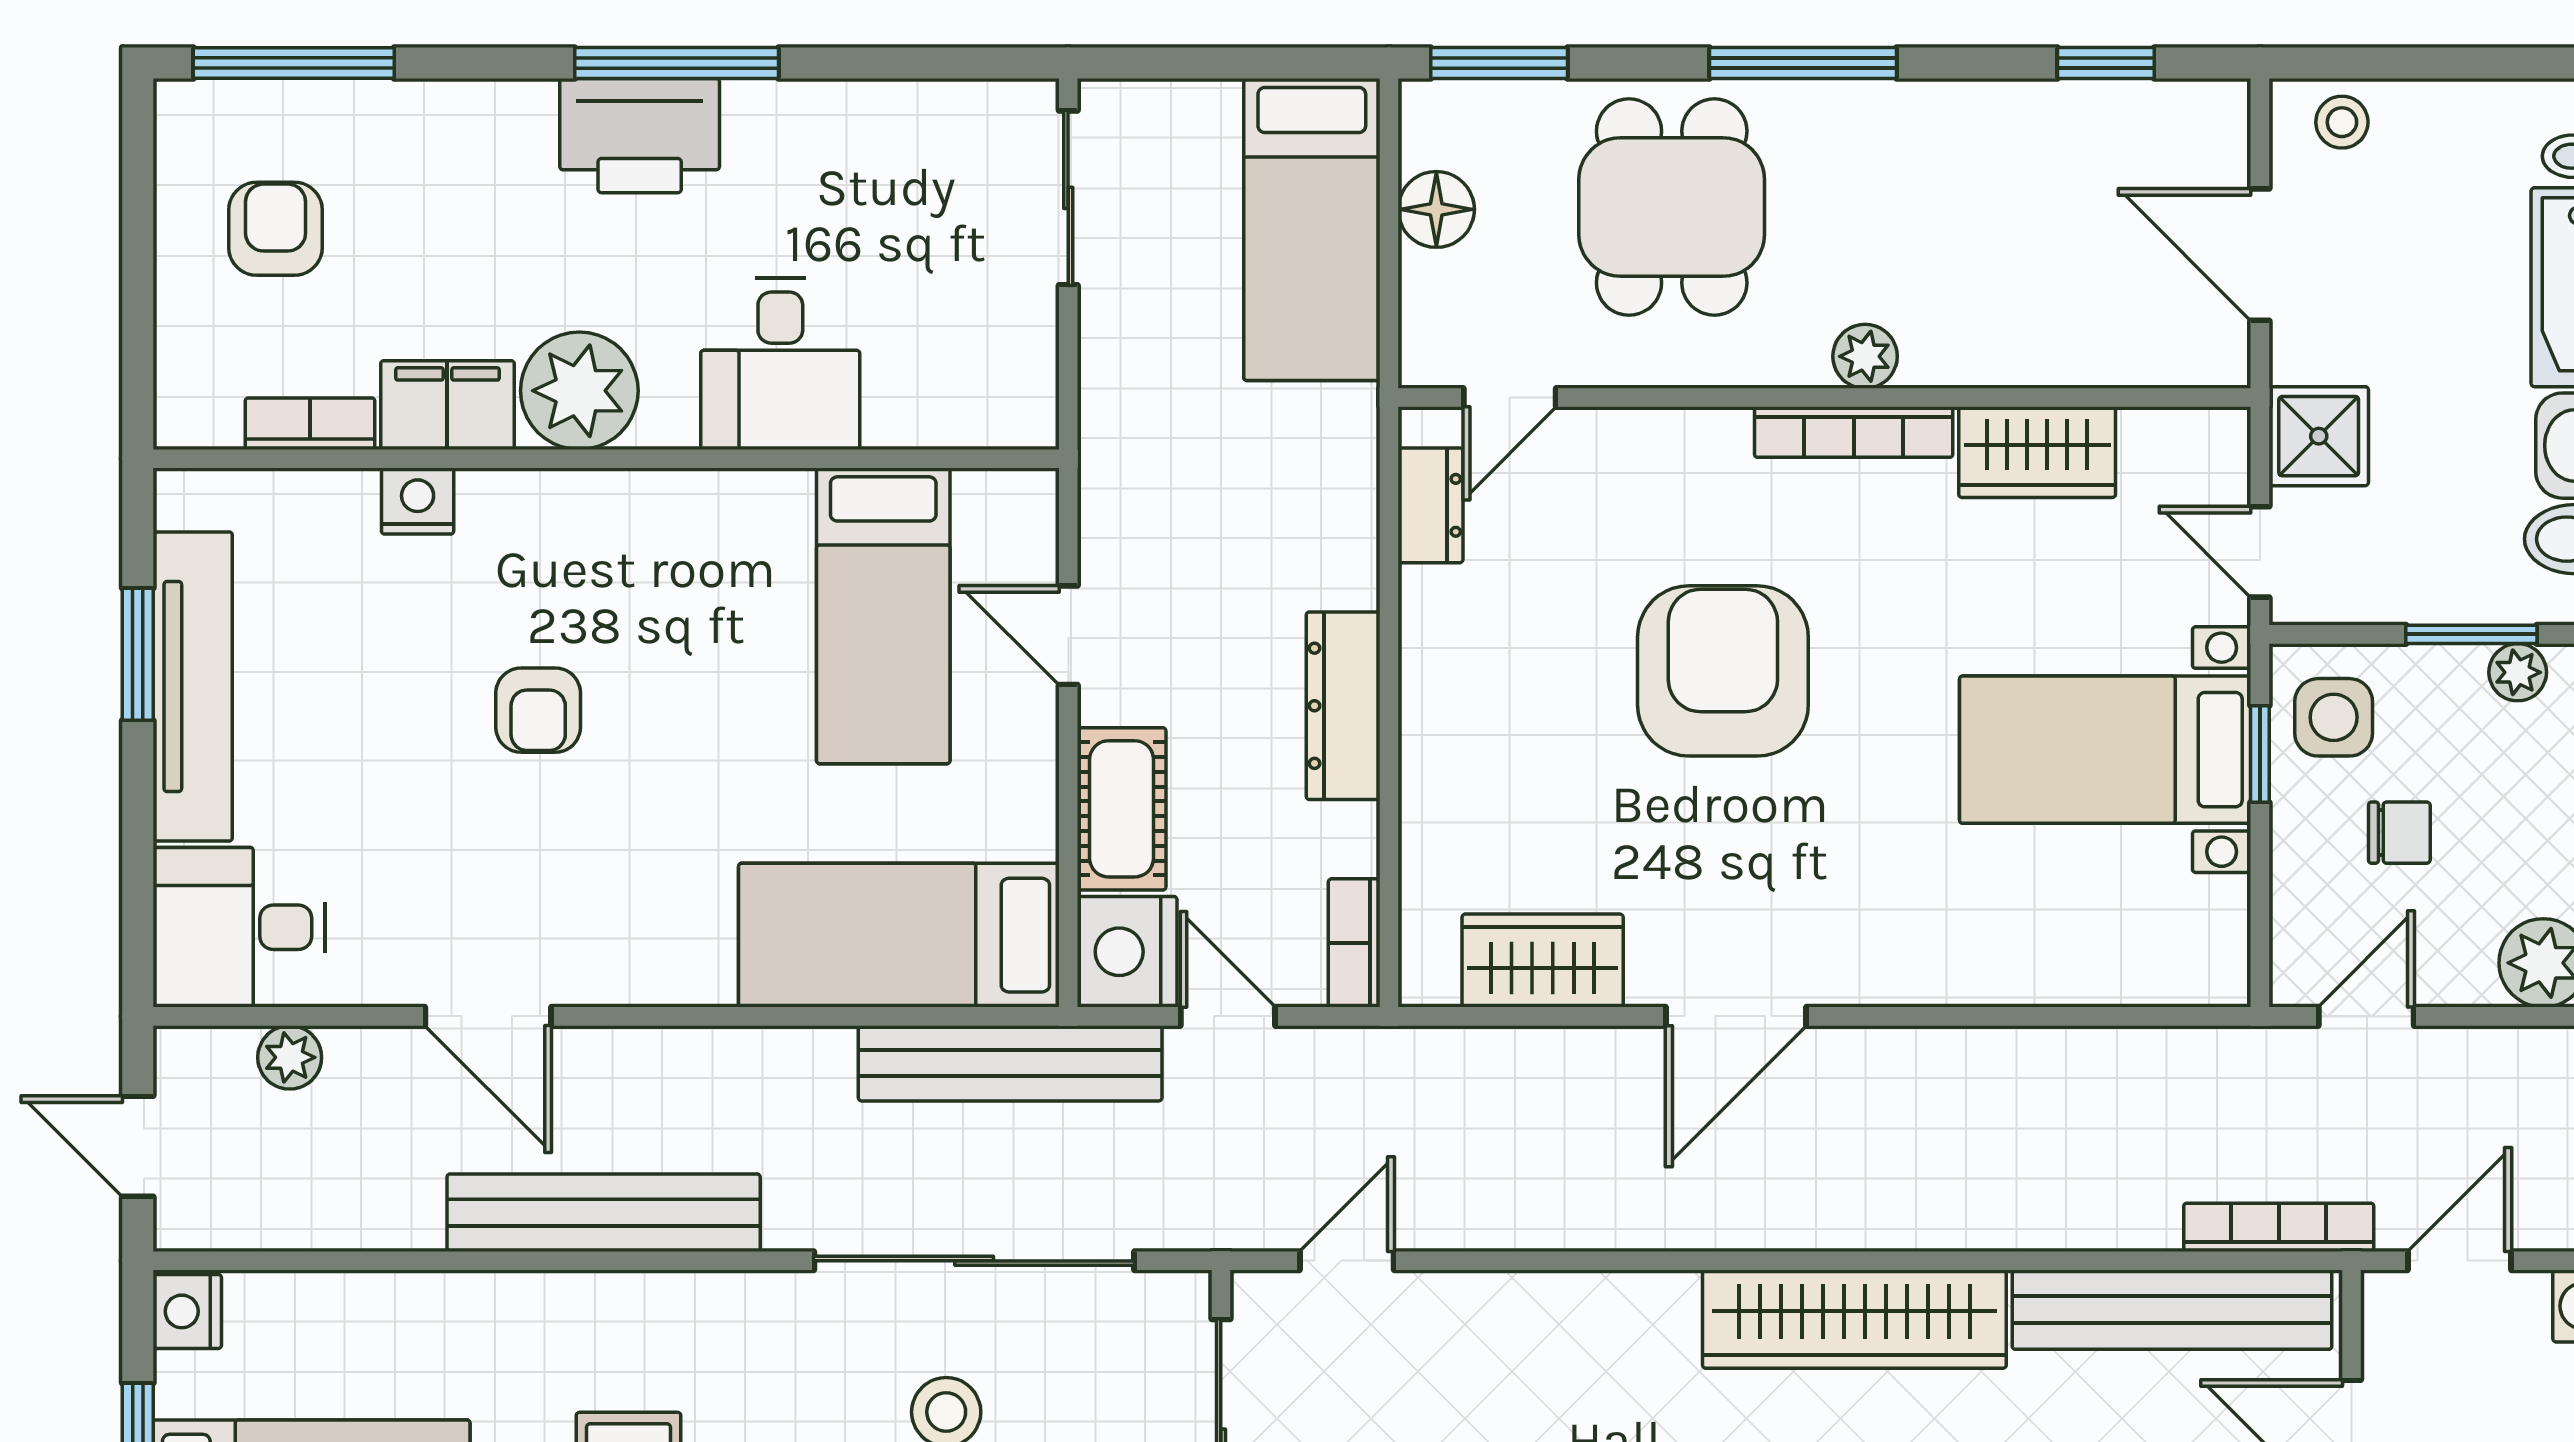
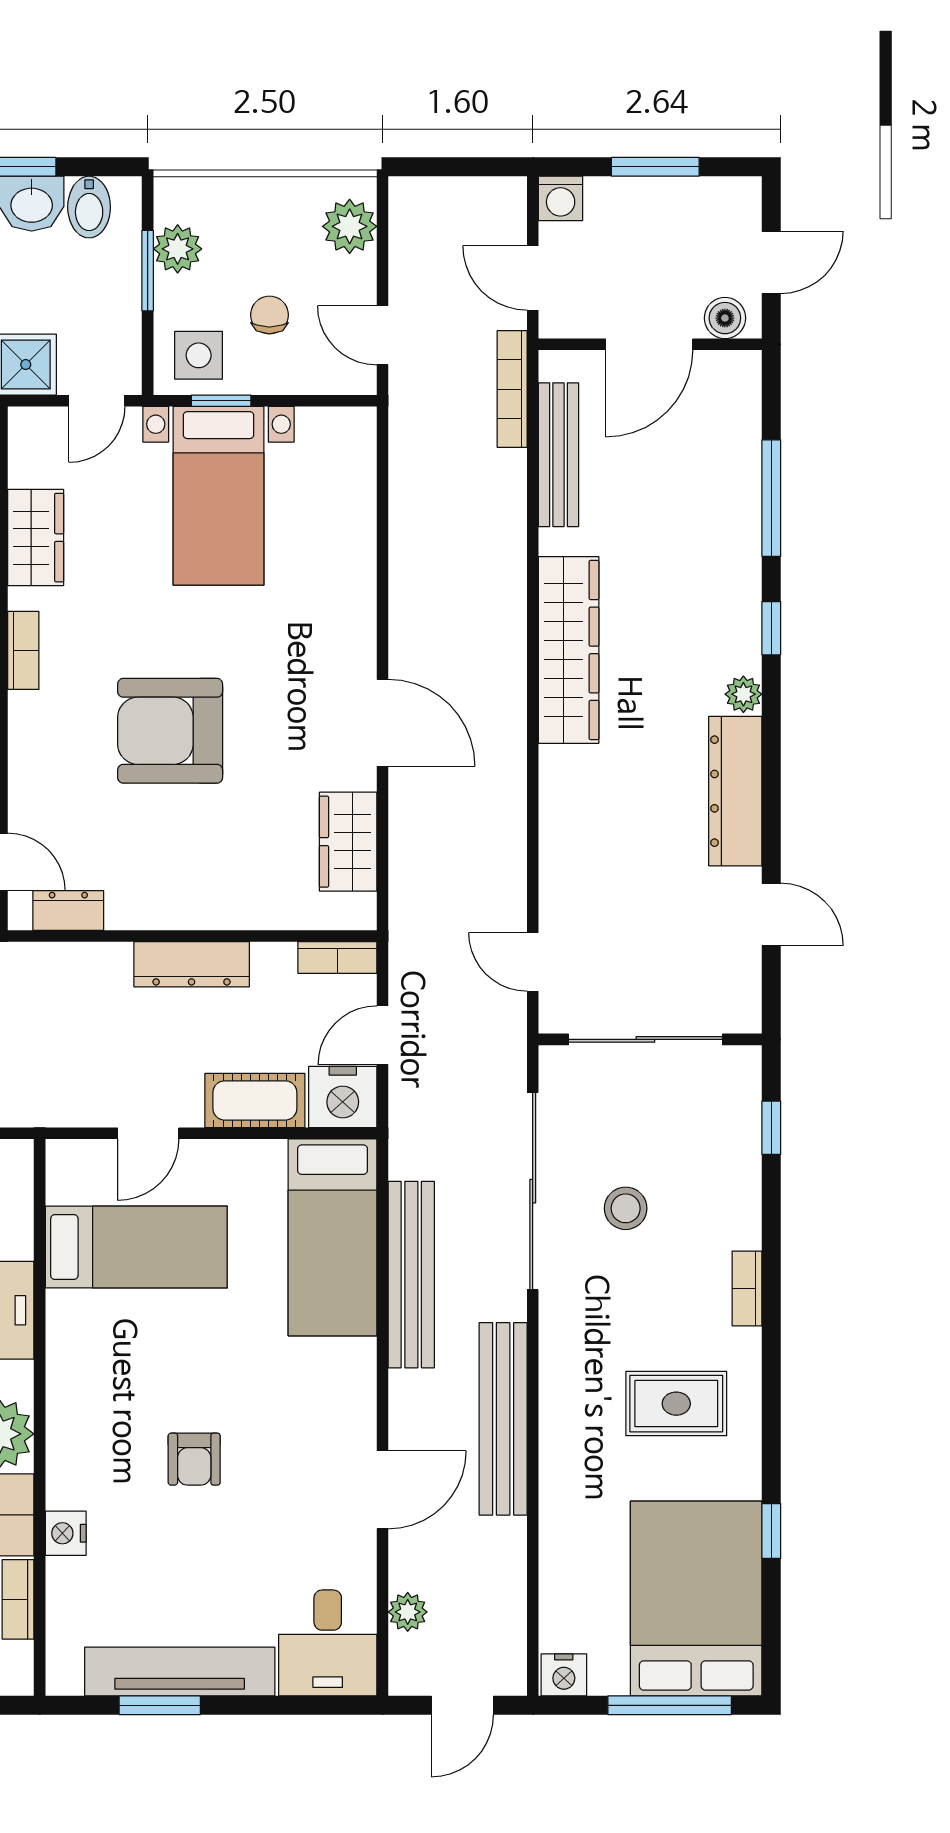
bookcase: (1854, 432) -> (23, 650), width x0.64
plant: (2518, 672) -> (178, 249), width x1.38, depth x1.38
armchair: (538, 710) -> (194, 1459), turned 90
bench: (1010, 1063) -> (411, 1275), moved
bench: (2172, 1310) -> (558, 455), width x0.73, depth x0.82

